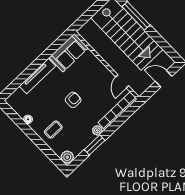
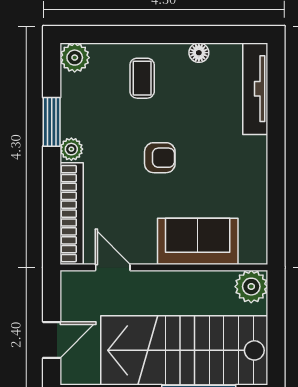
plant: (86, 32) -> (251, 287), added
sofa: (69, 53) -> (198, 241), moved, turned 90
tv unit: (37, 76) -> (255, 89), moved
armchair: (73, 100) -> (160, 158), turned -90

